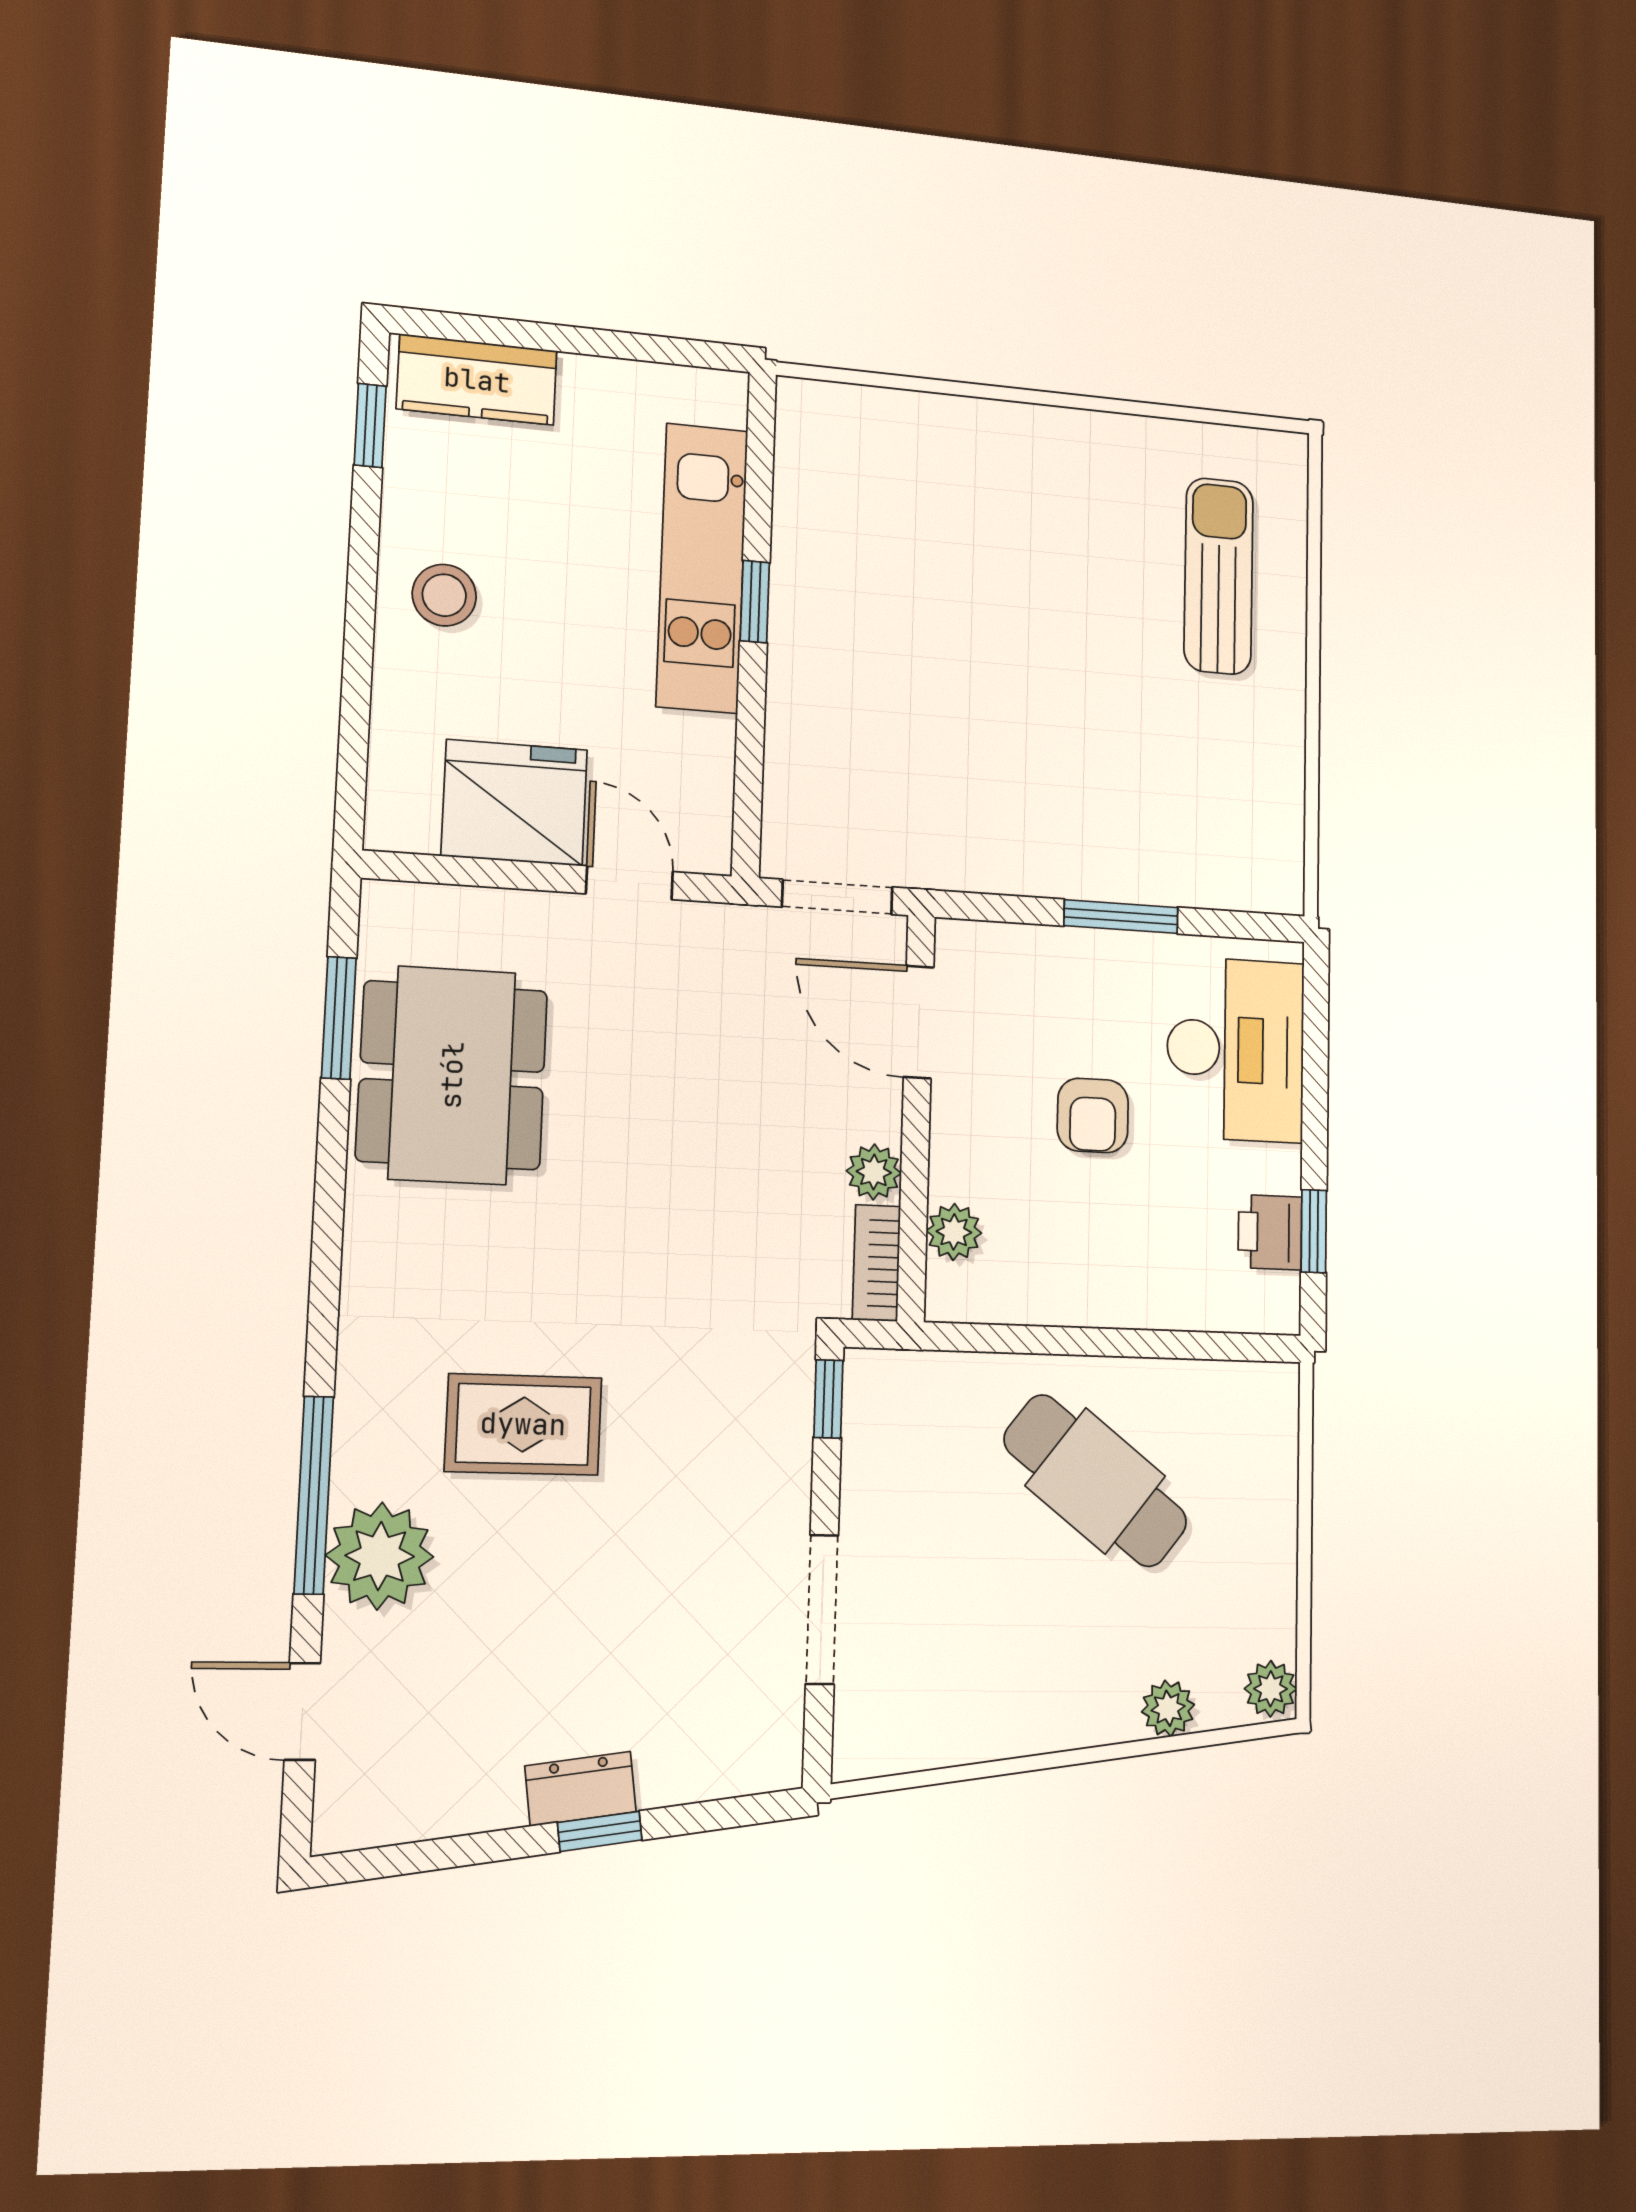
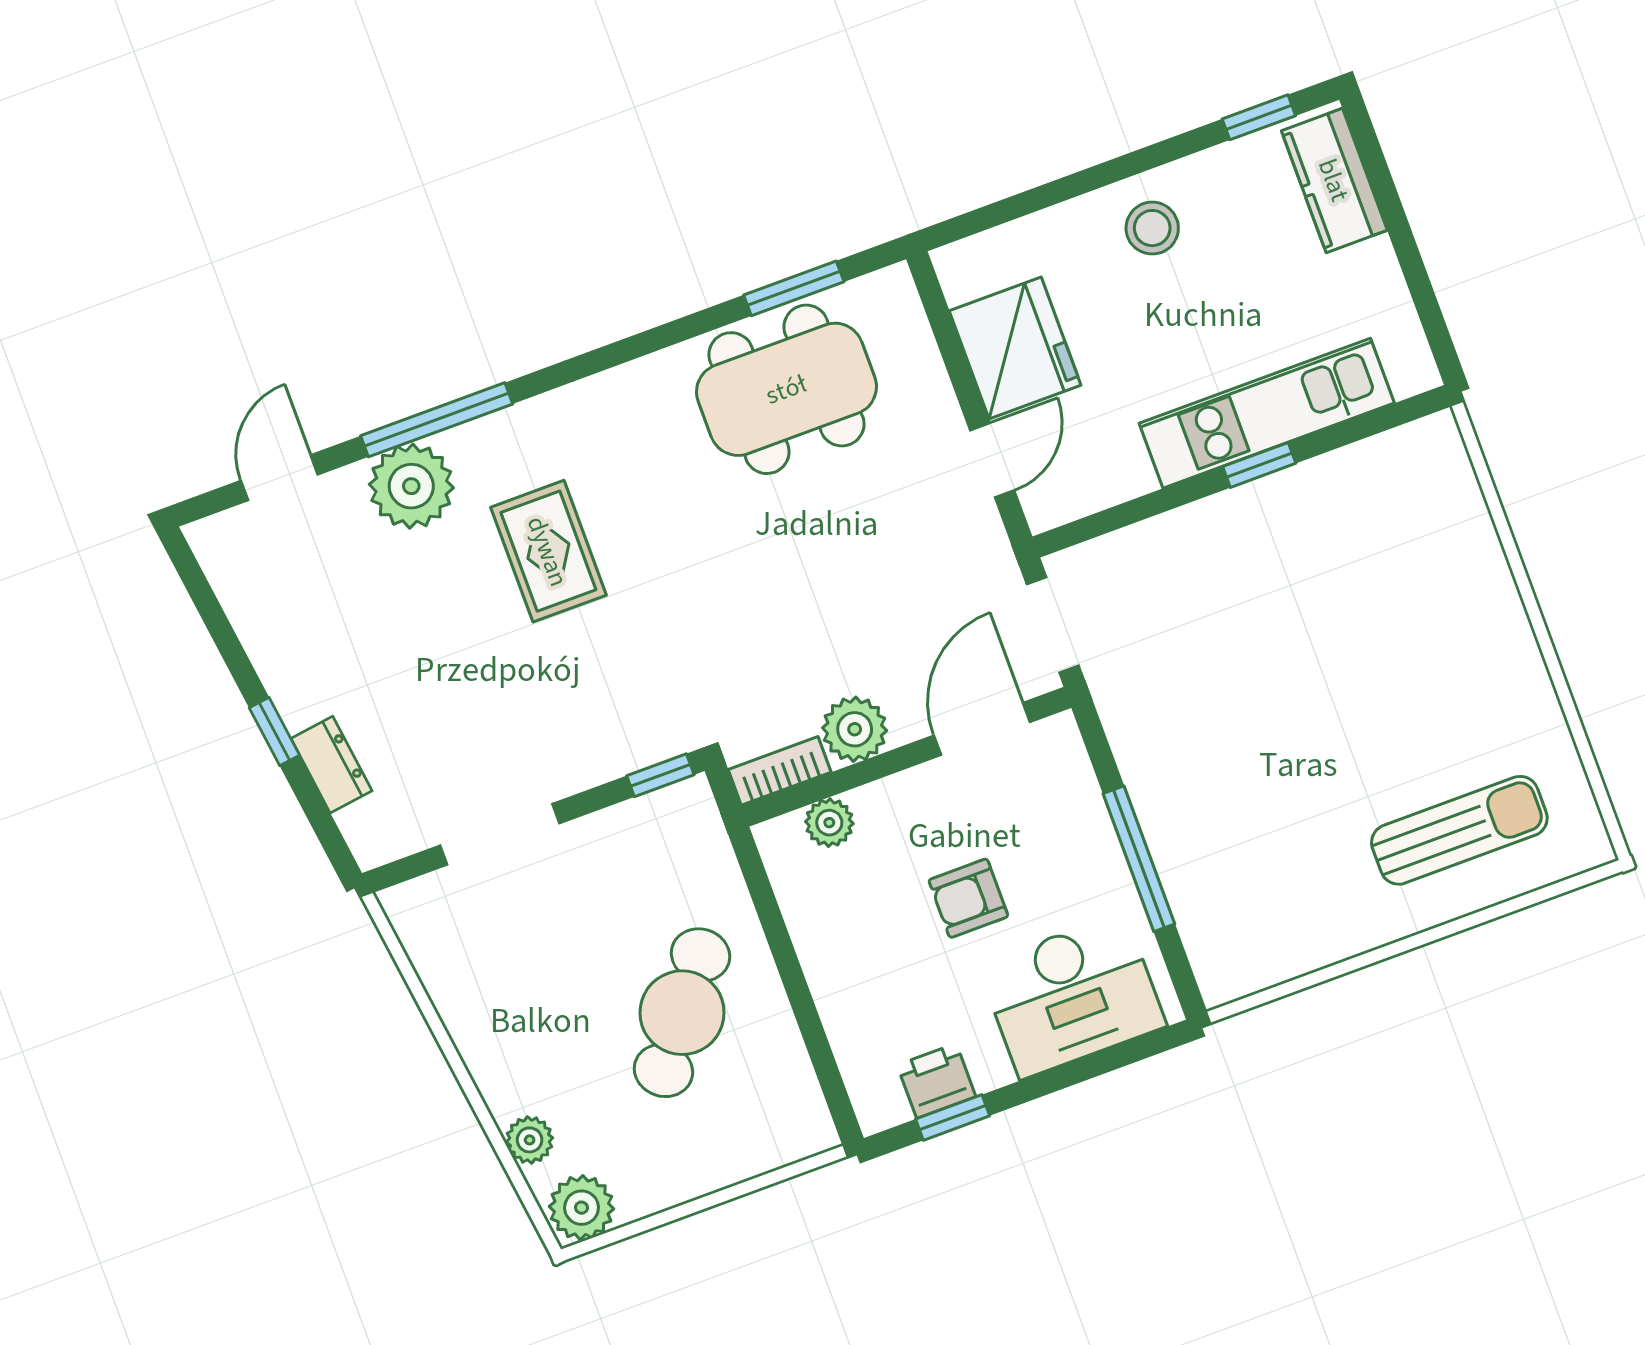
window: (1121, 917) -> (1139, 859), width x1.44
plant: (874, 1172) -> (855, 729), width x1.38, depth x1.38
plant: (1271, 1689) -> (582, 1208), width x1.38, depth x1.38
dresser: (581, 1789) -> (331, 765), moved

